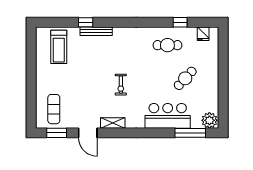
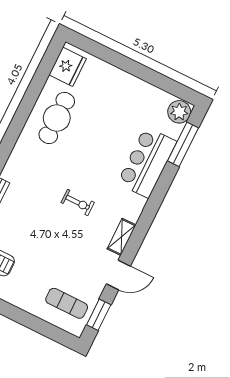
window: (180, 22) -> (36, 87), removed
fridge: (203, 34) -> (68, 67), width x1.88, depth x1.34
cafe table: (167, 45) -> (57, 118), width x1.37, depth x1.35
cafe table: (185, 78) -> (110, 116), removed

